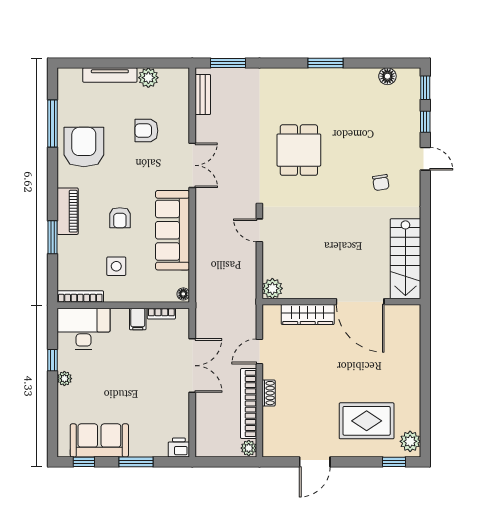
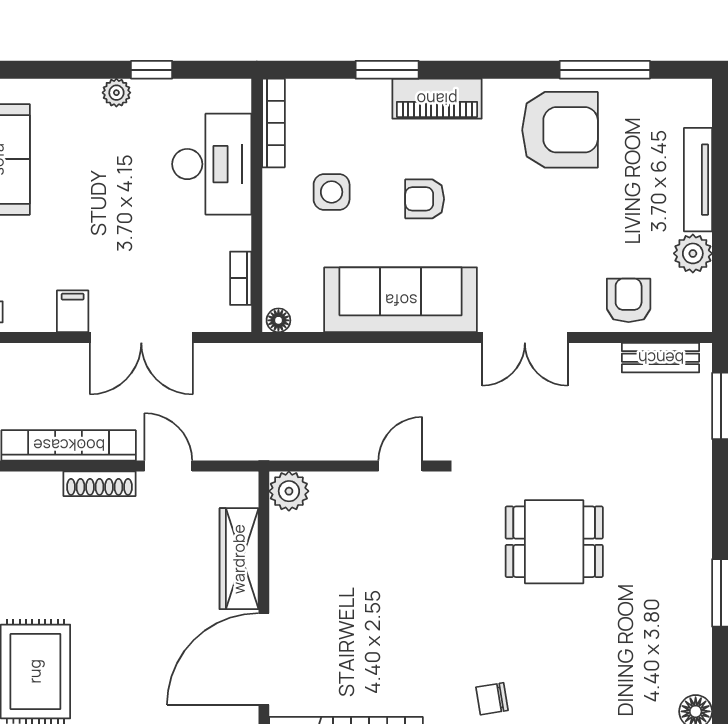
armchair: (146, 131) -> (629, 300), moved
filing cabinet: (138, 319) -> (73, 311), moved, turned 90
desk: (83, 329) -> (212, 164), moved
shoe rack: (269, 393) -> (100, 484), width x1.43

